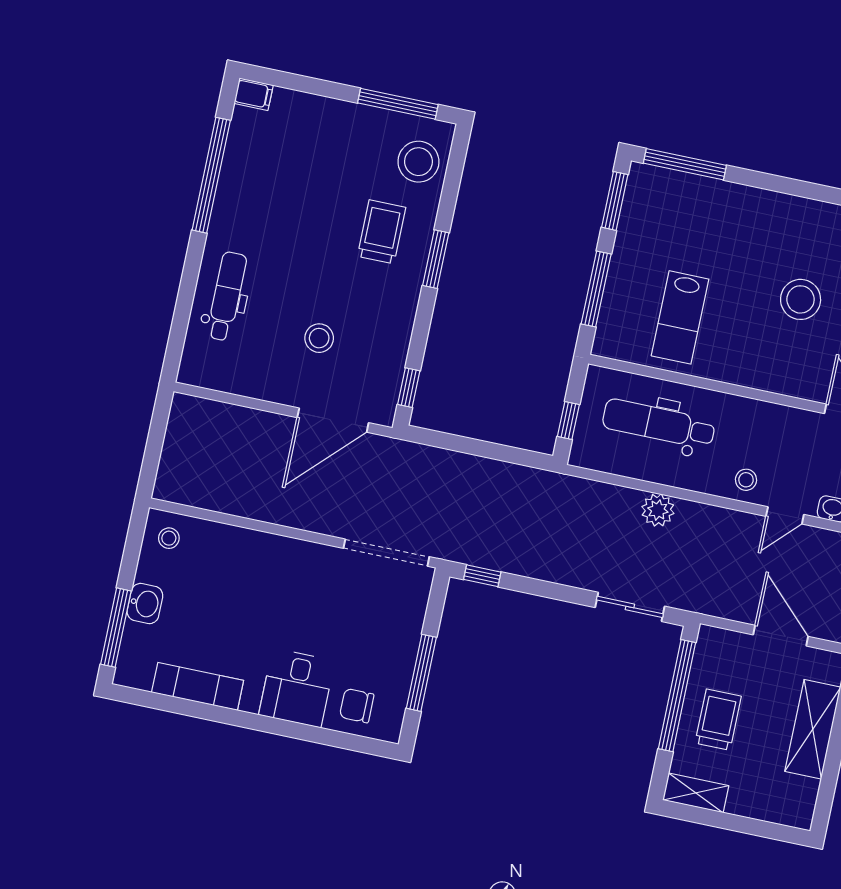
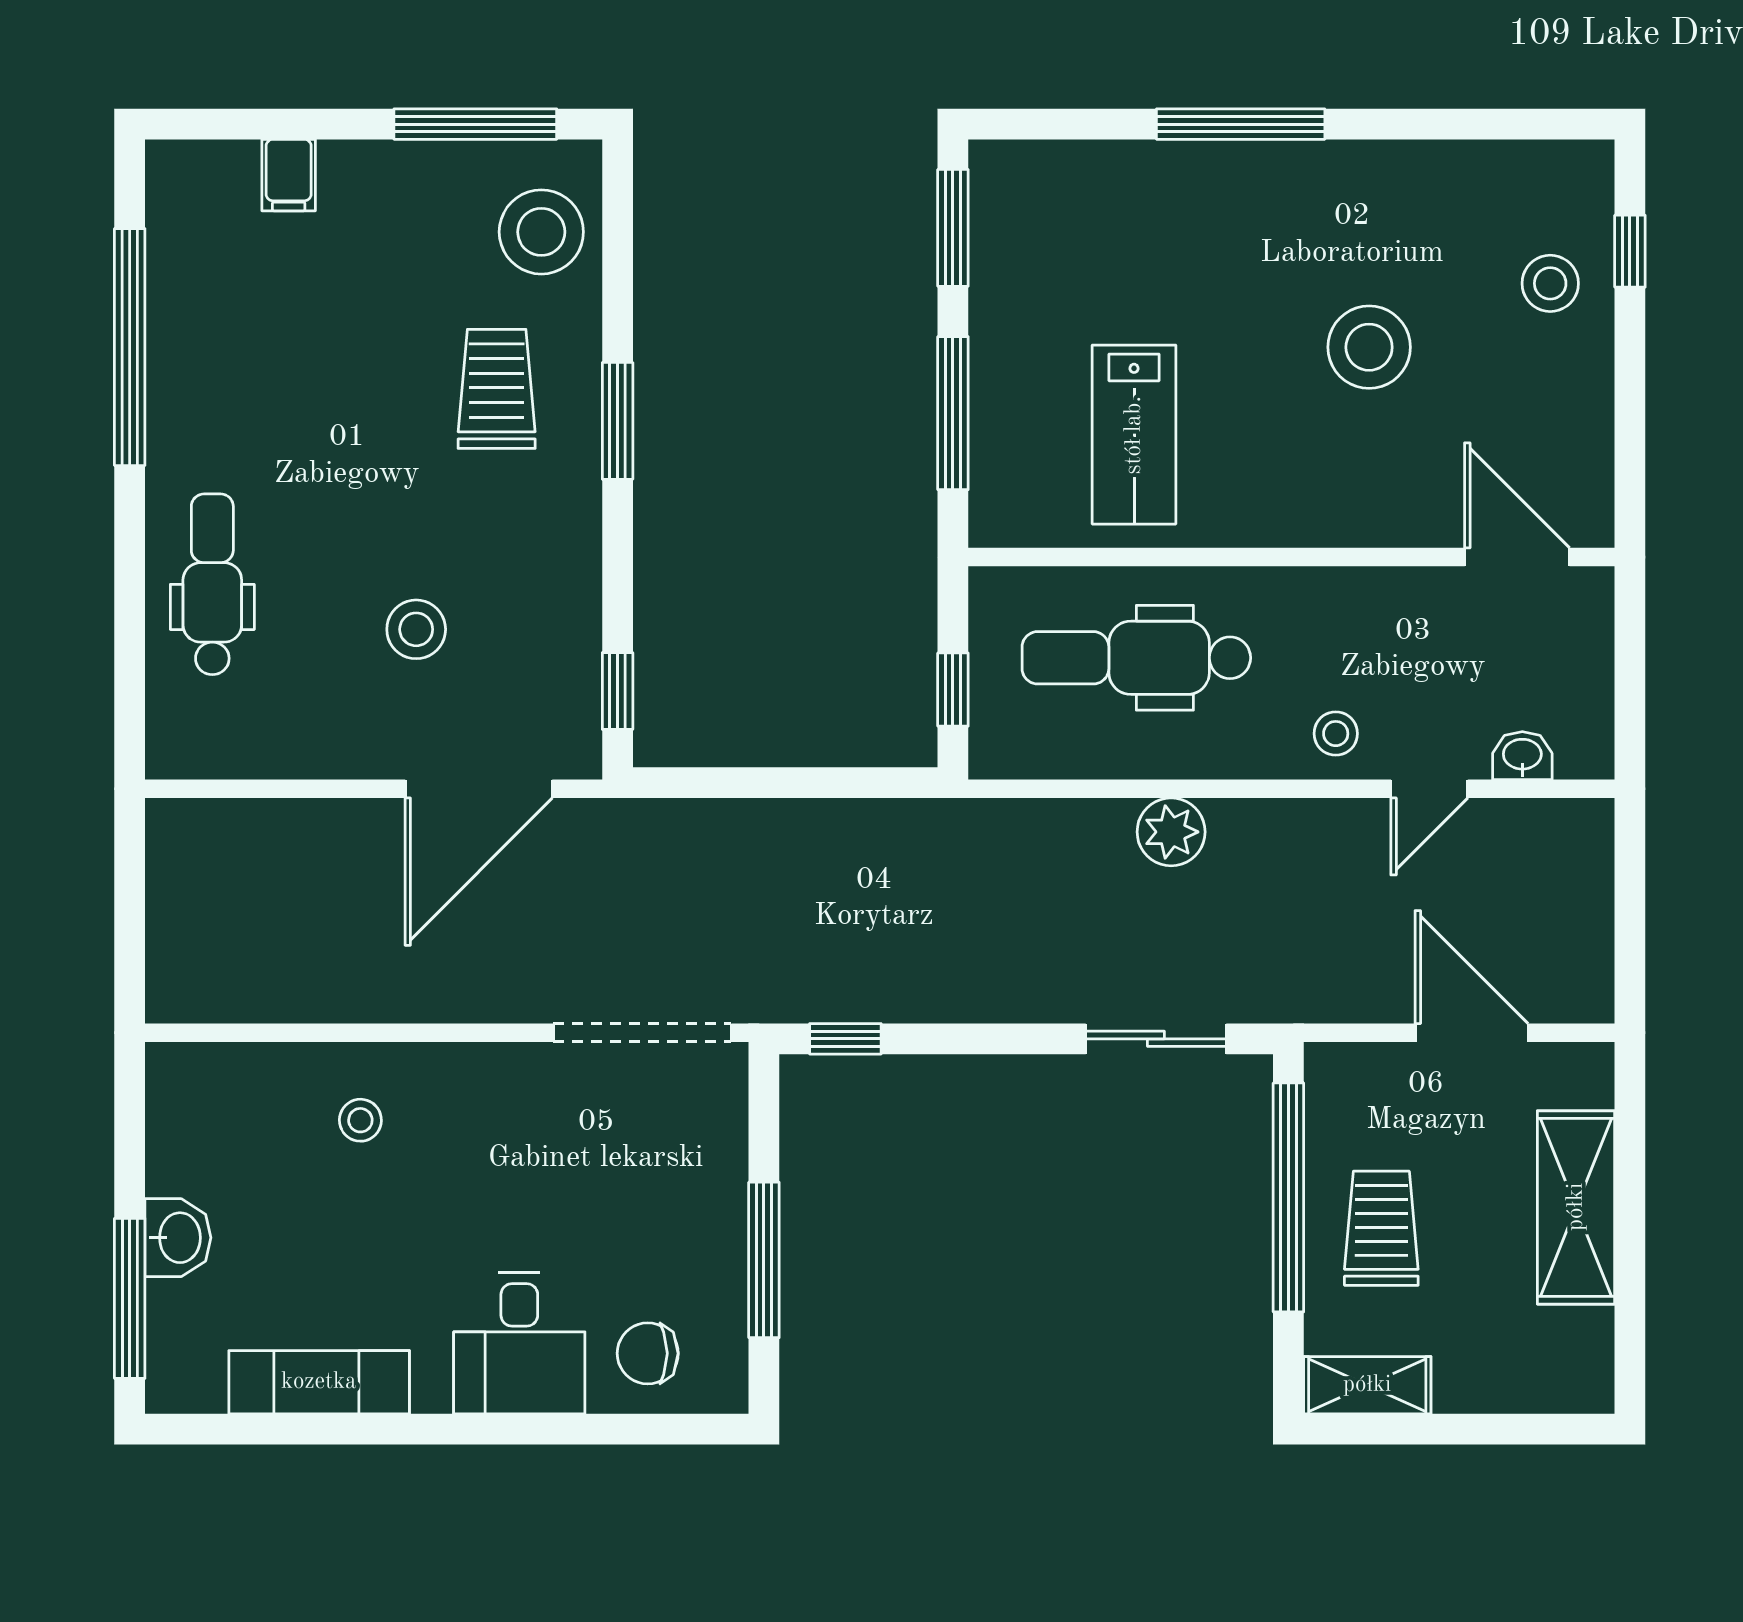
filing cabinet: (254, 94) -> (289, 175), moved, turned 90
window: (685, 164) -> (1241, 124), moved
stool: (169, 538) -> (360, 1120), moved

